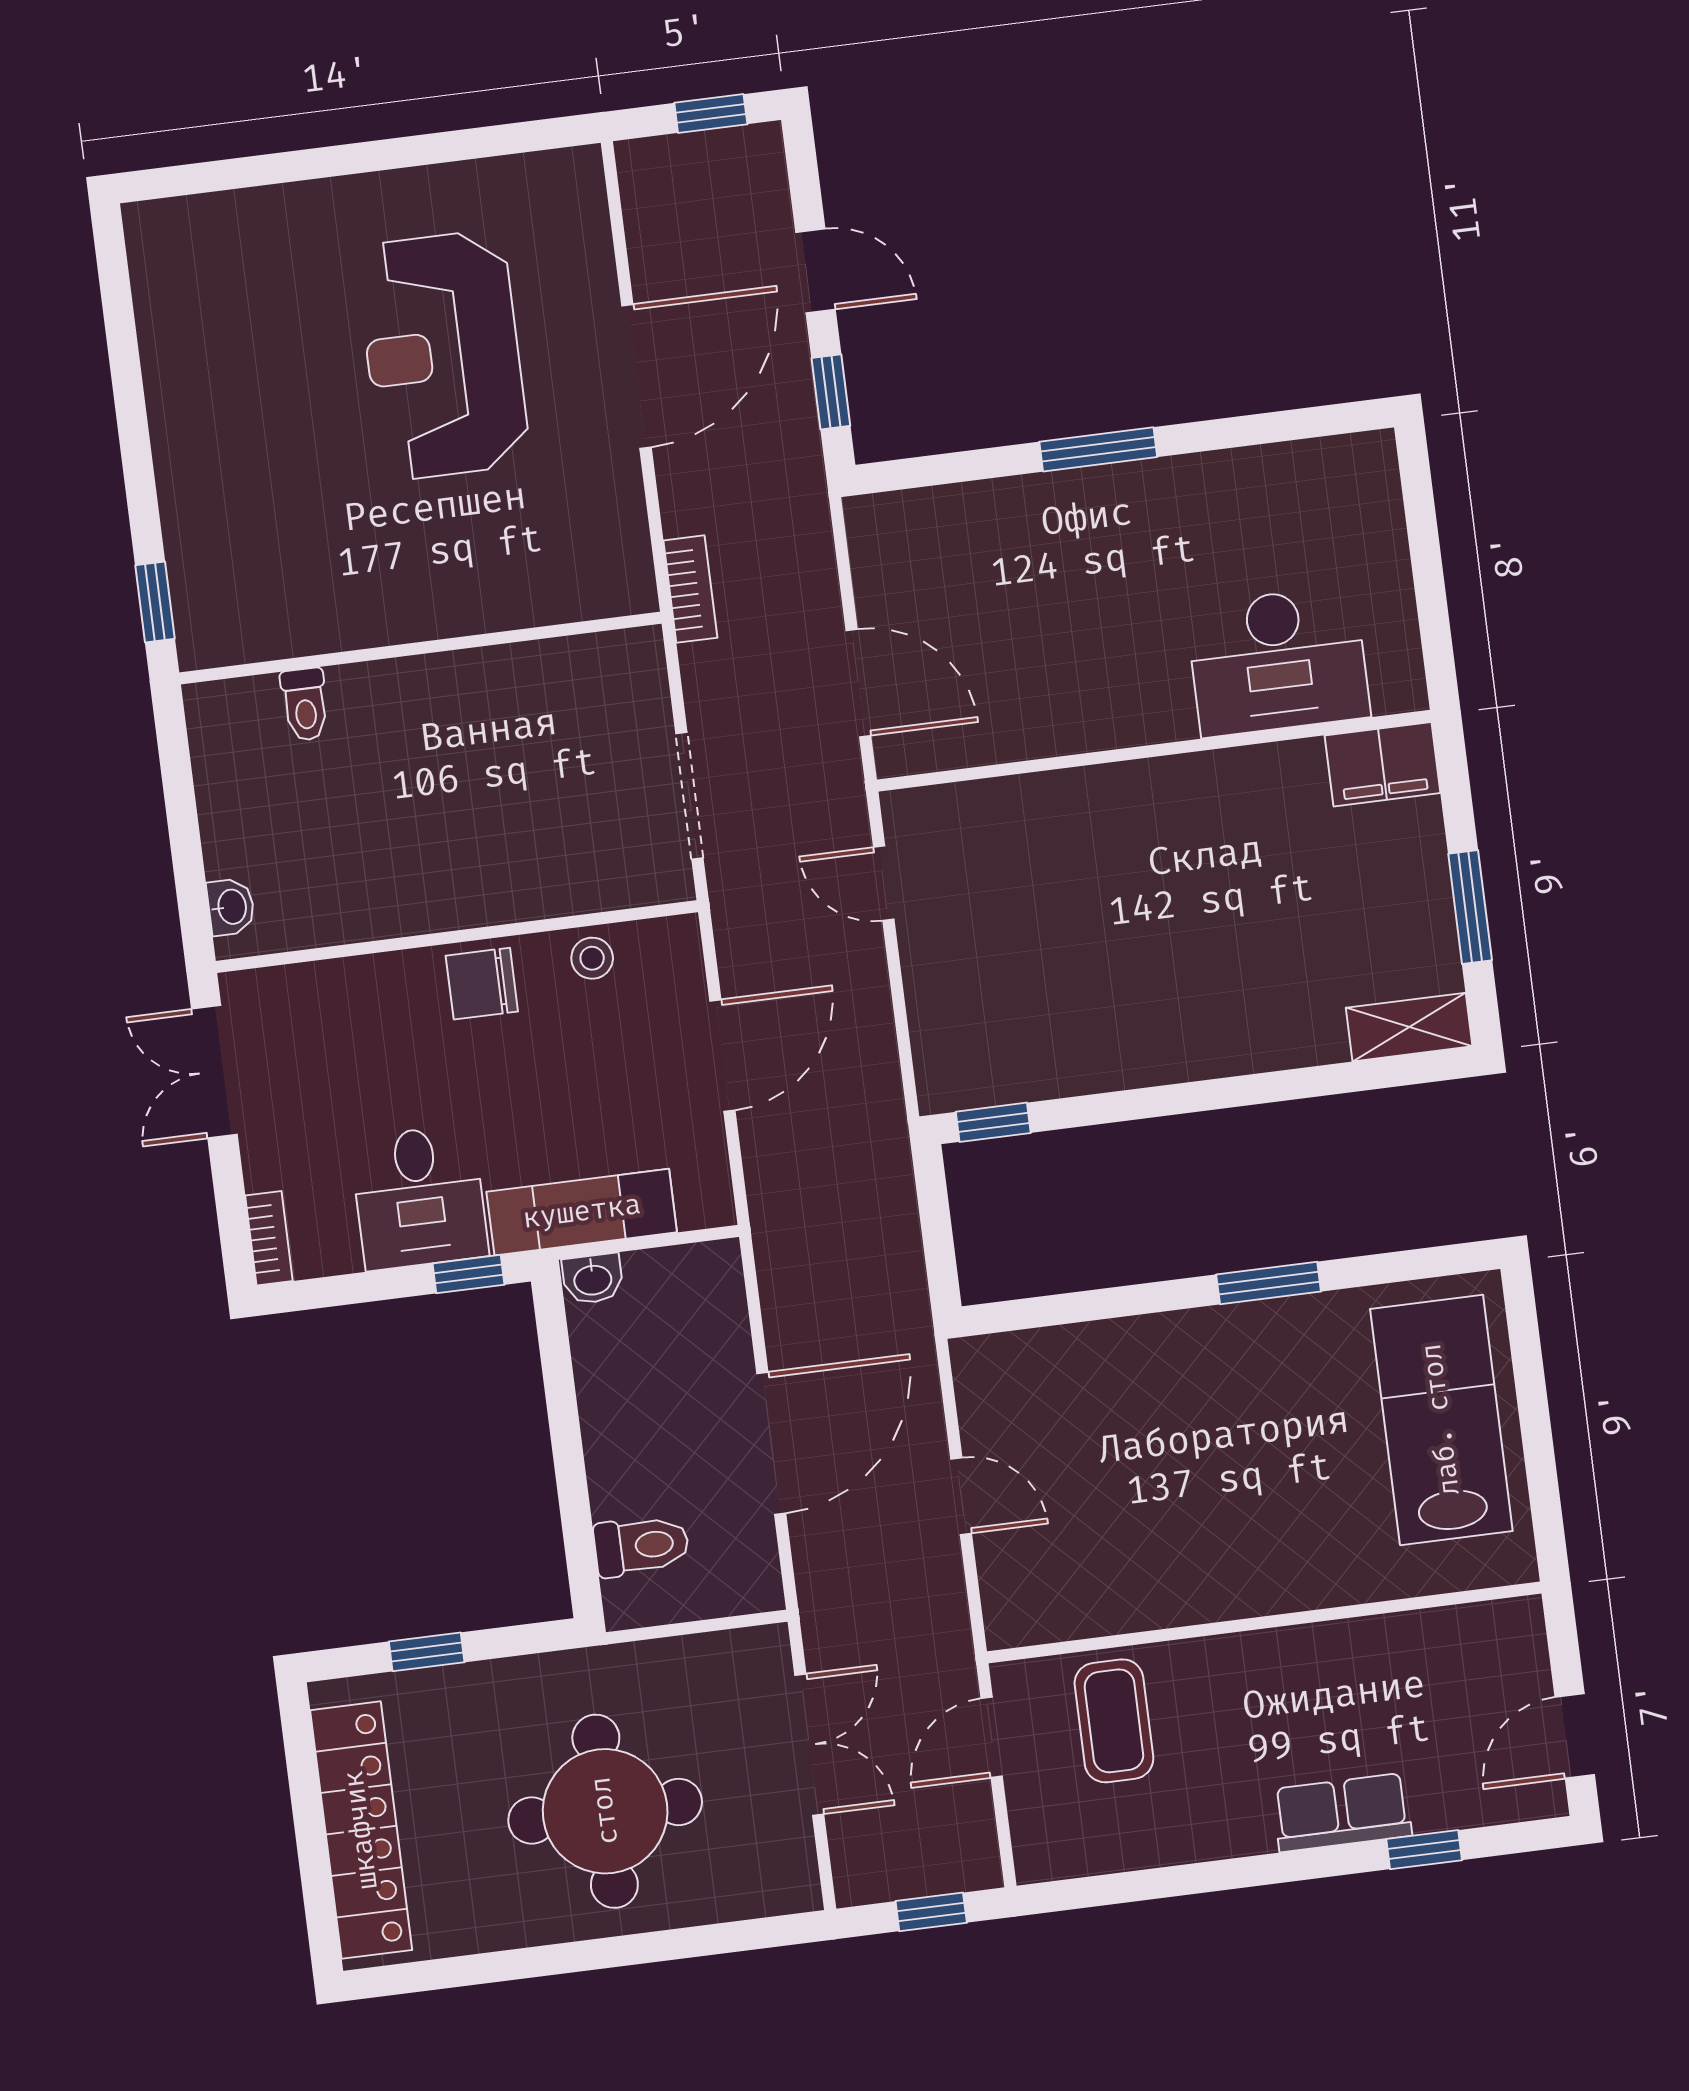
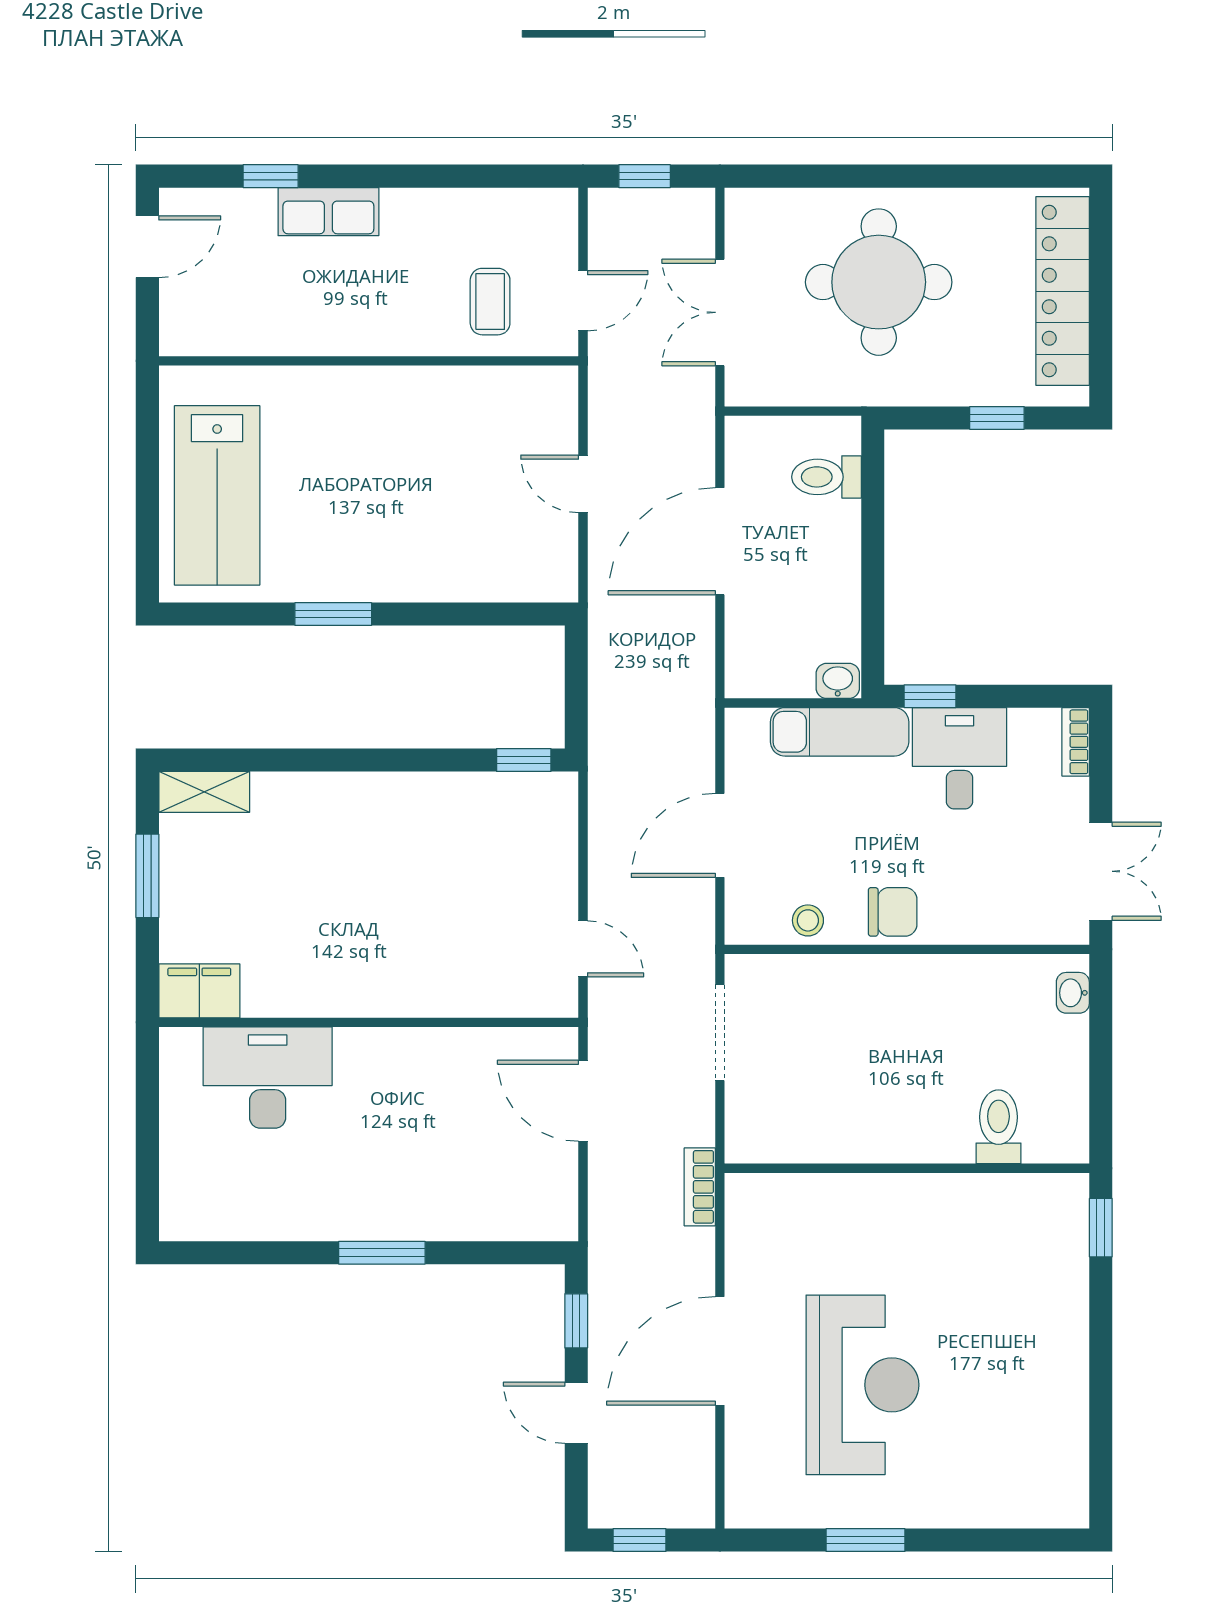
window: (413, 151) -> (865, 1540), added
toilet: (305, 704) -> (998, 1127), width x1.37, depth x1.39
coffee table: (1114, 1721) -> (490, 302), width x0.73, depth x0.77

